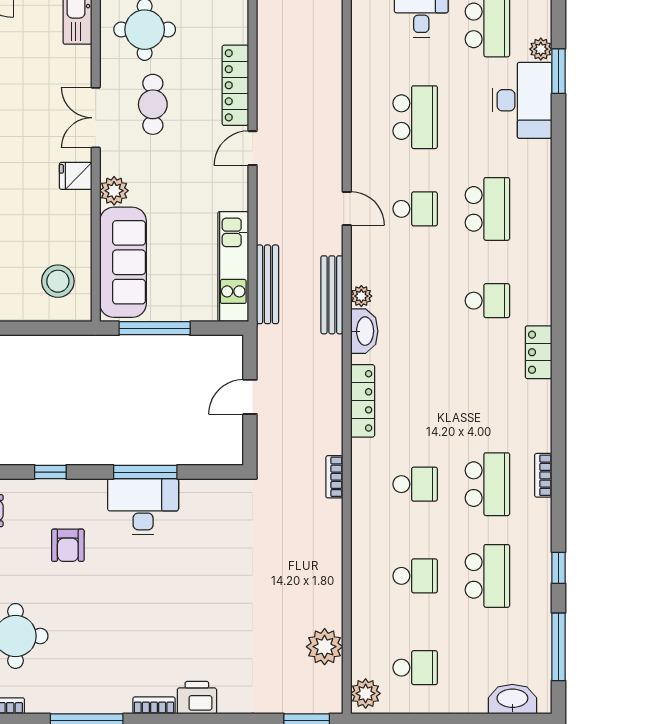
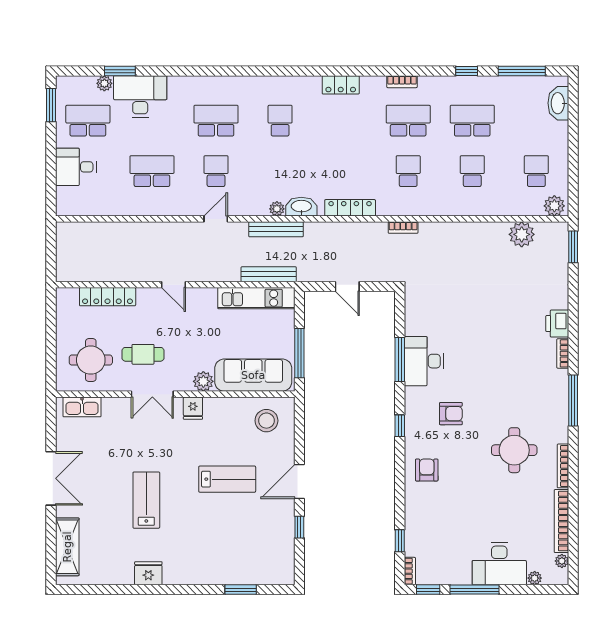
locker: (235, 85) -> (108, 297), moved
locker: (539, 352) -> (341, 85), moved

